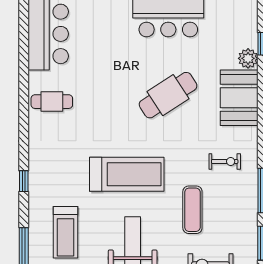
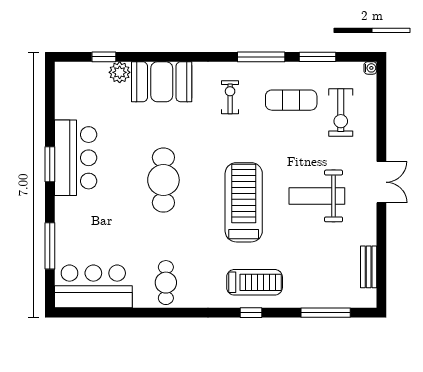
cafe table: (168, 95) -> (163, 180), moved, turned 33
exercise mat: (192, 210) -> (291, 100), moved
treadmill: (66, 232) -> (255, 282), moved

